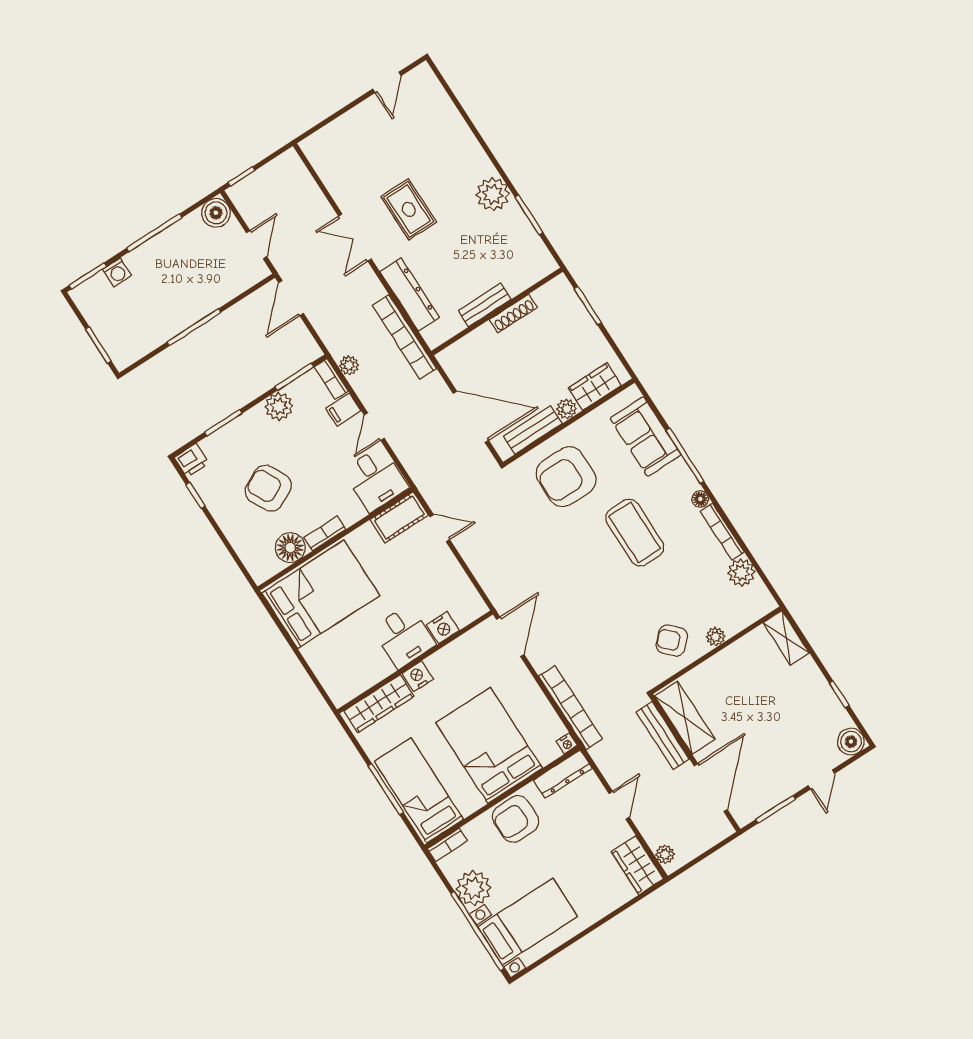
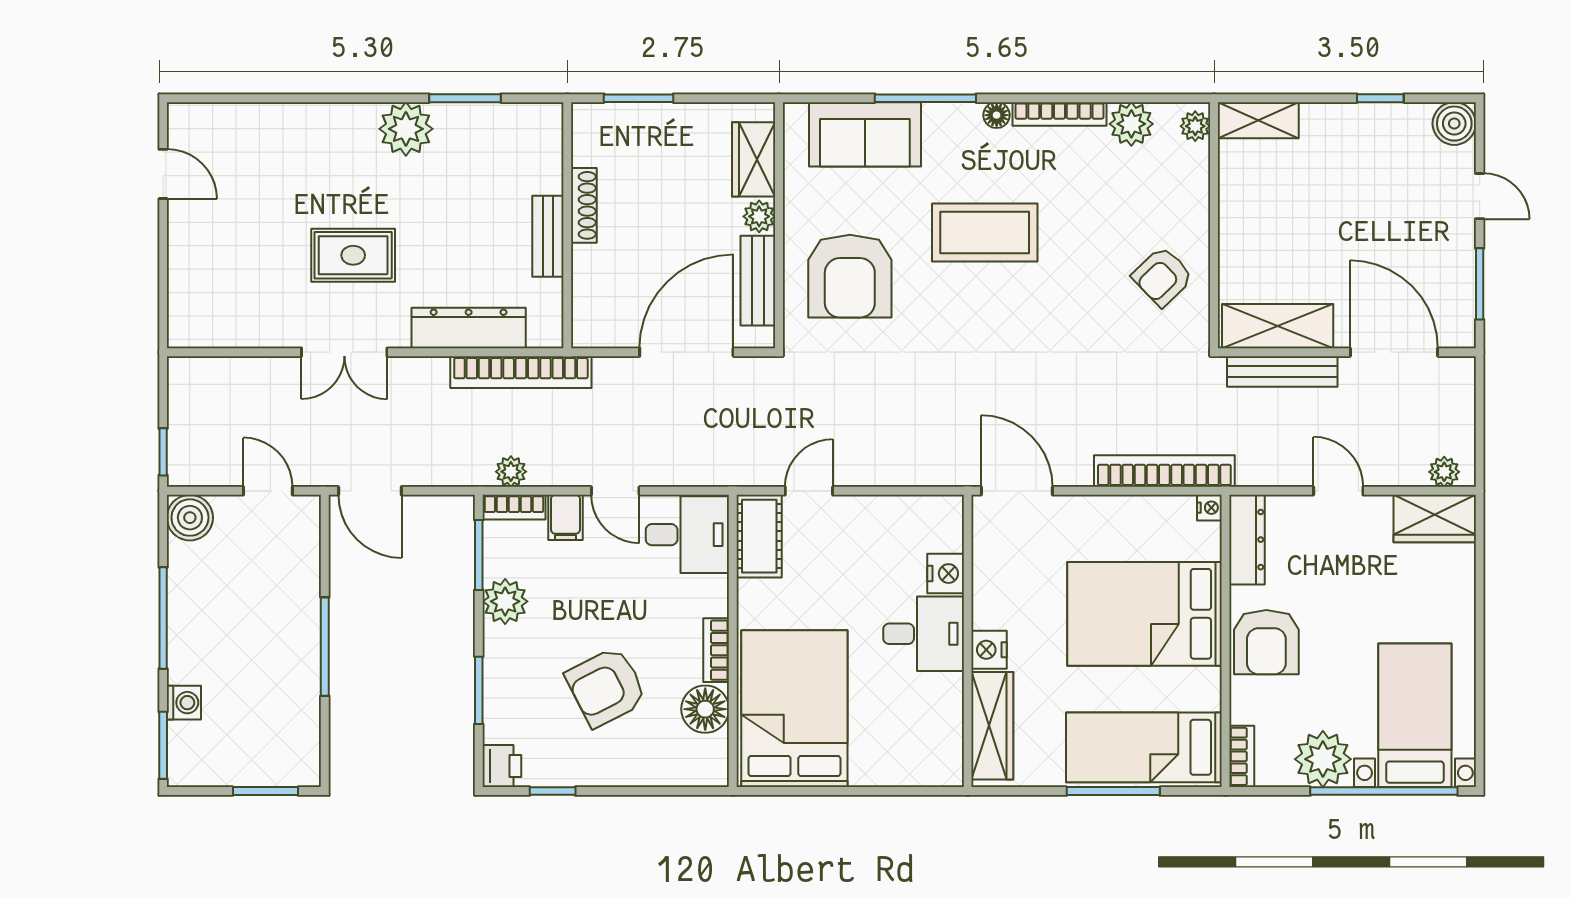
plant: (716, 637) -> (1195, 126), moved

